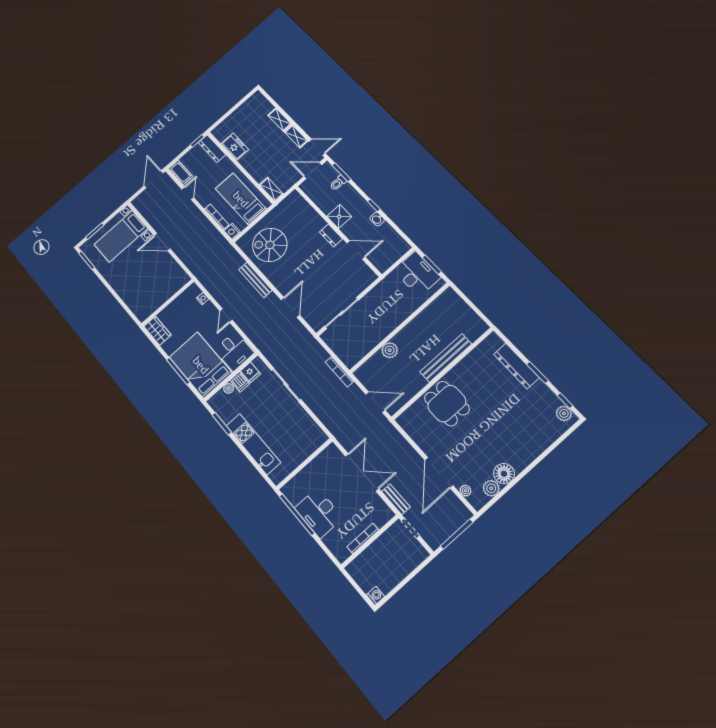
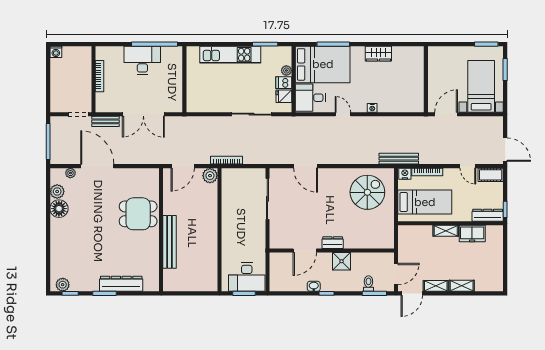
shelving: (271, 189) -> (446, 231), moved
bench: (255, 280) -> (399, 159), moved
wall: (168, 303) -> (426, 79), moved
plant: (390, 350) -> (210, 176), moved

